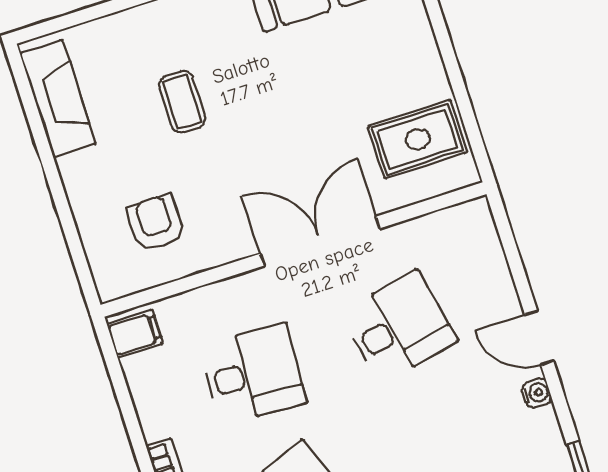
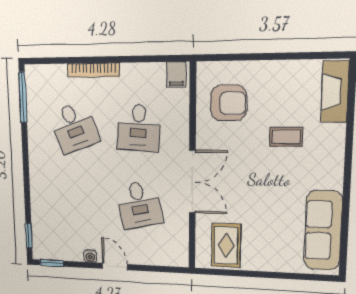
fireplace: (58, 99) -> (335, 92), moved, turned 90
armchair: (156, 223) -> (228, 103), width x1.38, depth x1.38
door: (539, 338) -> (115, 266), hinge flipped

